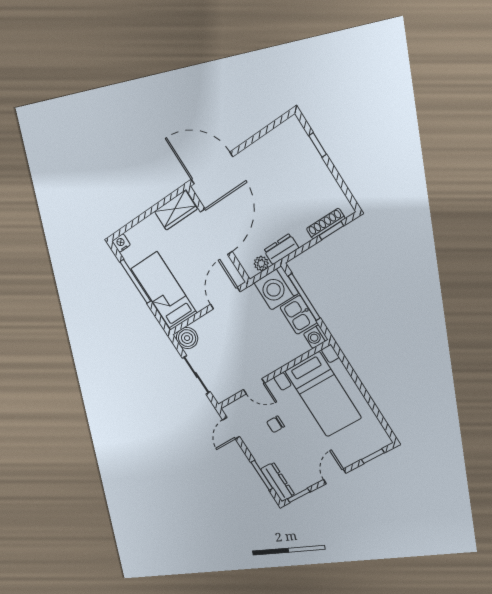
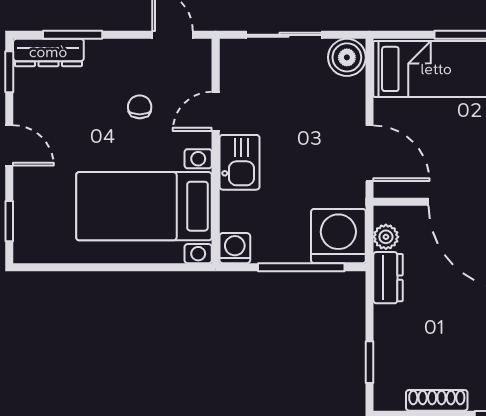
shoe rack: (326, 224) -> (437, 400), moved, turned -90
kitchen sink: (298, 315) -> (239, 162), moved, turned 90

